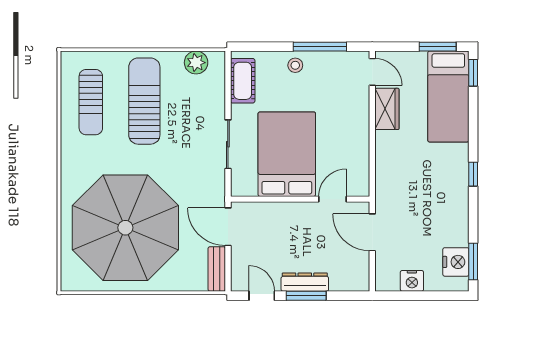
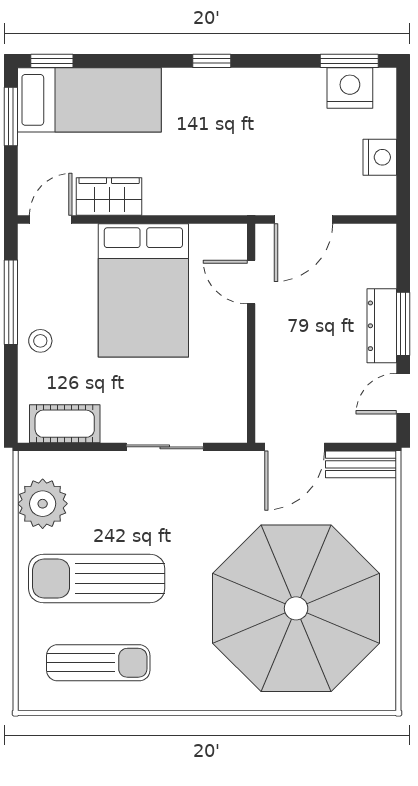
plant: (196, 63) -> (43, 504), width x1.36, depth x1.36
bed: (287, 154) -> (143, 290), moved, turned -90

